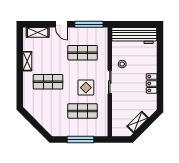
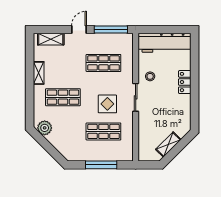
door: (62, 24) -> (79, 29), swing flipped
locker: (152, 83) -> (185, 82), moved
plant: (32, 108) -> (45, 128), added

